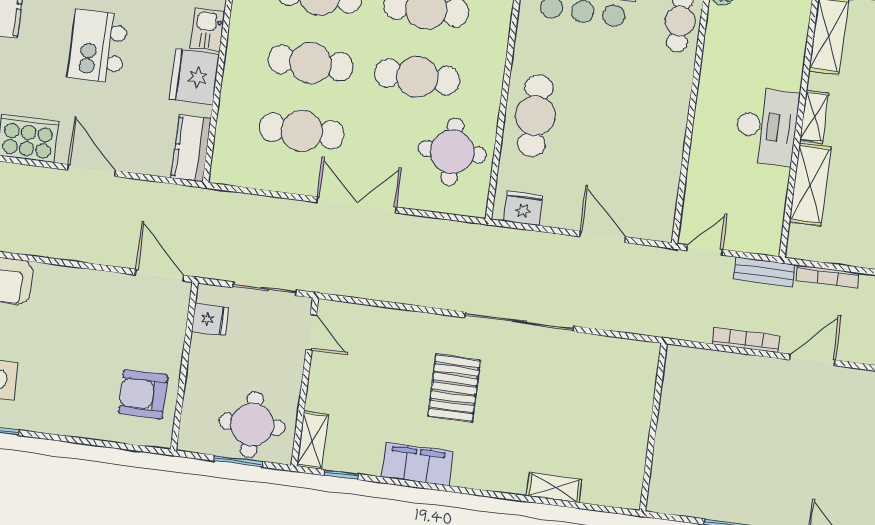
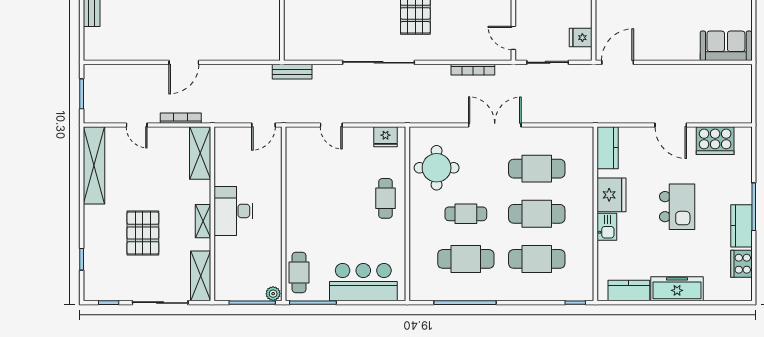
cafe table: (417, 77) -> (466, 214), width x0.73, depth x0.74
cafe table: (535, 116) -> (385, 198), width x0.73, depth x0.74
shelving: (810, 184) -> (200, 153), moved
double door: (356, 205) -> (495, 125), swing flipped
door: (603, 237) -> (331, 125), width x0.73
bench: (764, 272) -> (292, 72), moved
door: (159, 275) -> (618, 62), swing flipped
bookcase: (746, 340) -> (473, 70), moved

